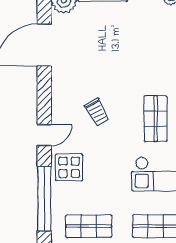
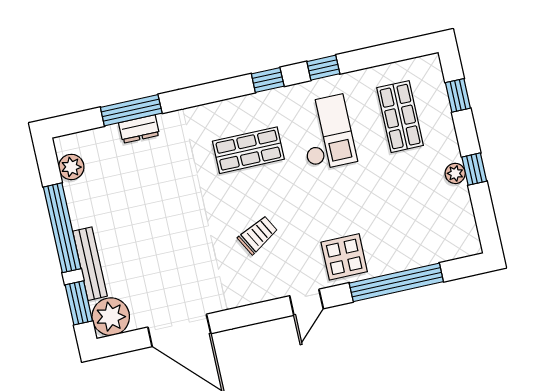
door: (44, 135) -> (306, 302), swing flipped
shop shelf: (89, 226) -> (421, 211), removed

